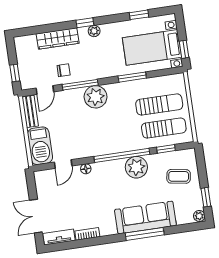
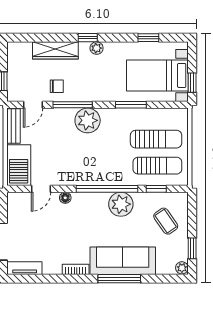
coffee table: (179, 176) -> (166, 221), turned 46
bookcase: (87, 234) -> (76, 269), moved

